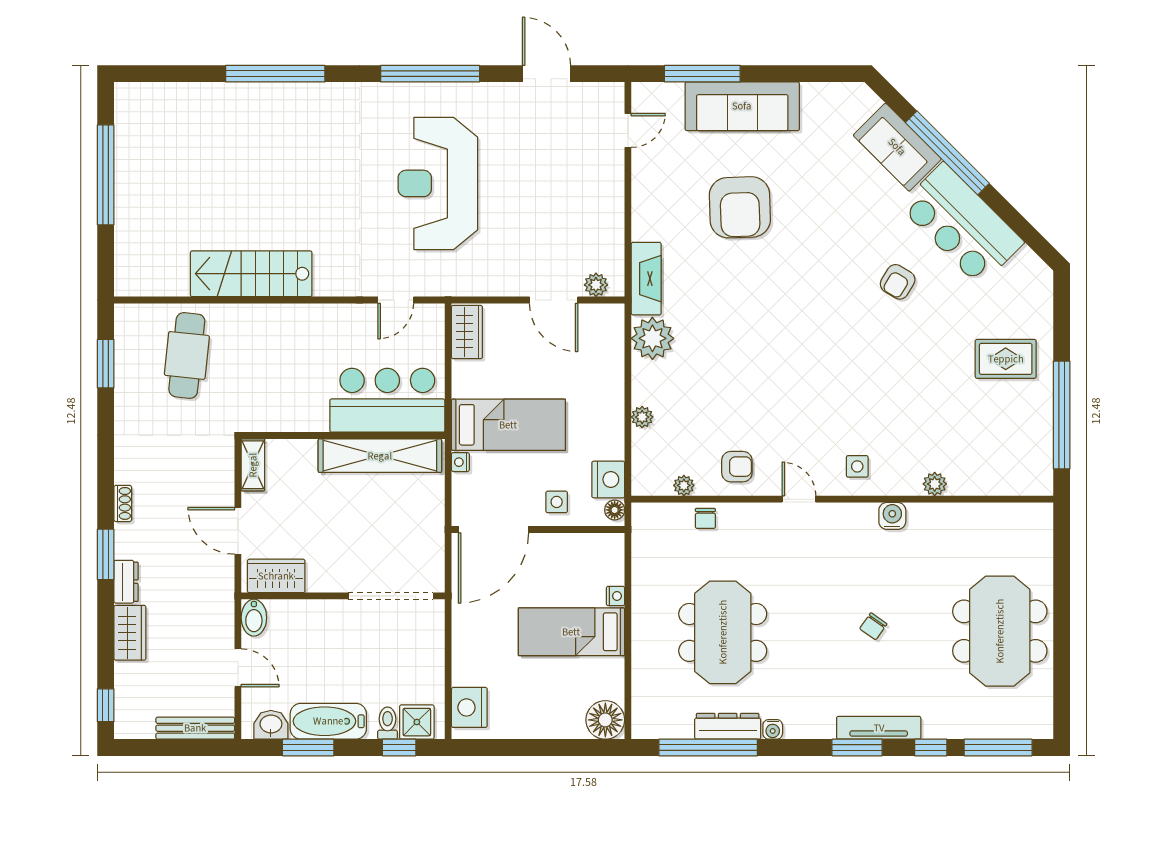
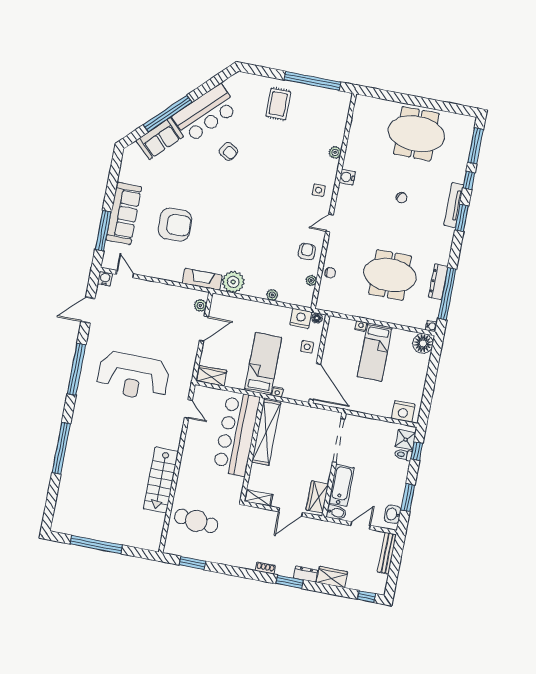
water cooler: (612, 95) -> (105, 279), added
bar counter: (387, 400) -> (237, 434), width x1.36
bathtub: (328, 721) -> (341, 485), moved, turned 180
water cooler: (773, 729) -> (431, 326), moved

